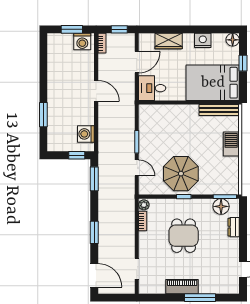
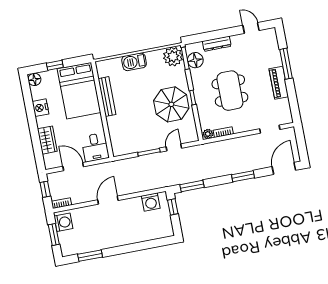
bench: (219, 110) -> (107, 97), moved
window: (43, 115) -> (90, 256), moved
plant: (229, 185) -> (173, 57), added
dresser: (234, 227) -> (217, 44), width x1.44
dining table: (184, 236) -> (230, 91), width x1.38

